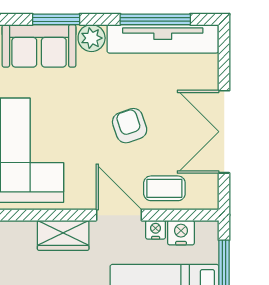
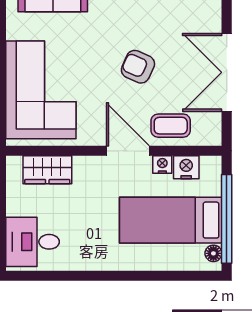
armchair: (130, 126) -> (138, 67), turned -47
wardrobe: (63, 235) -> (47, 170), moved

